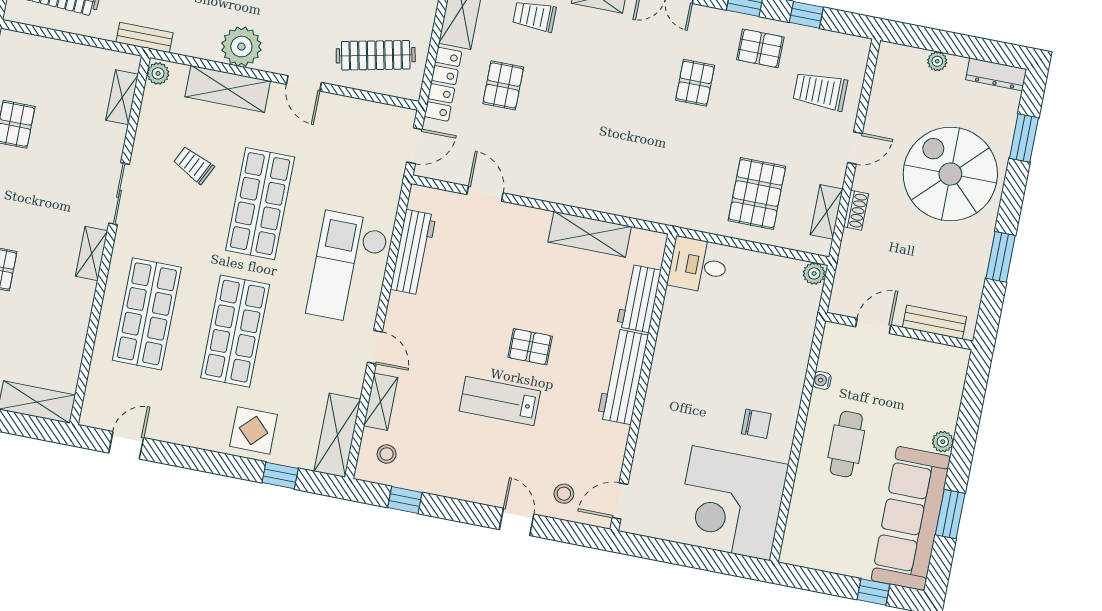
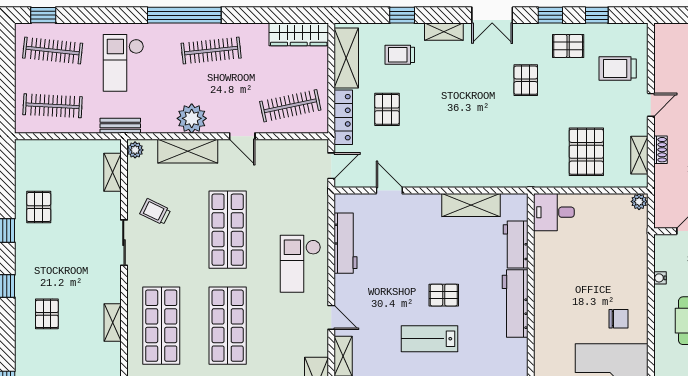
trolley: (194, 165) -> (155, 212), moved
shelving: (92, 253) -> (113, 322), moved
checkout: (348, 268) -> (300, 264), width x0.73, depth x0.83

